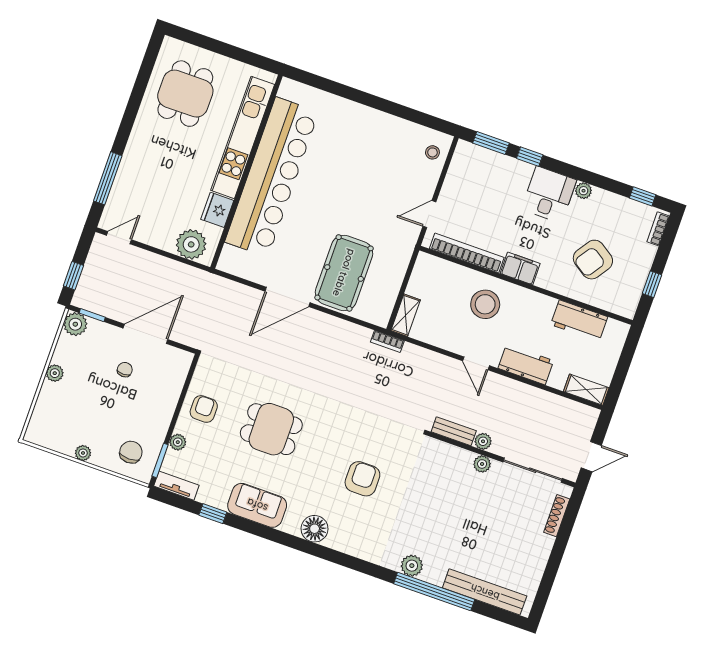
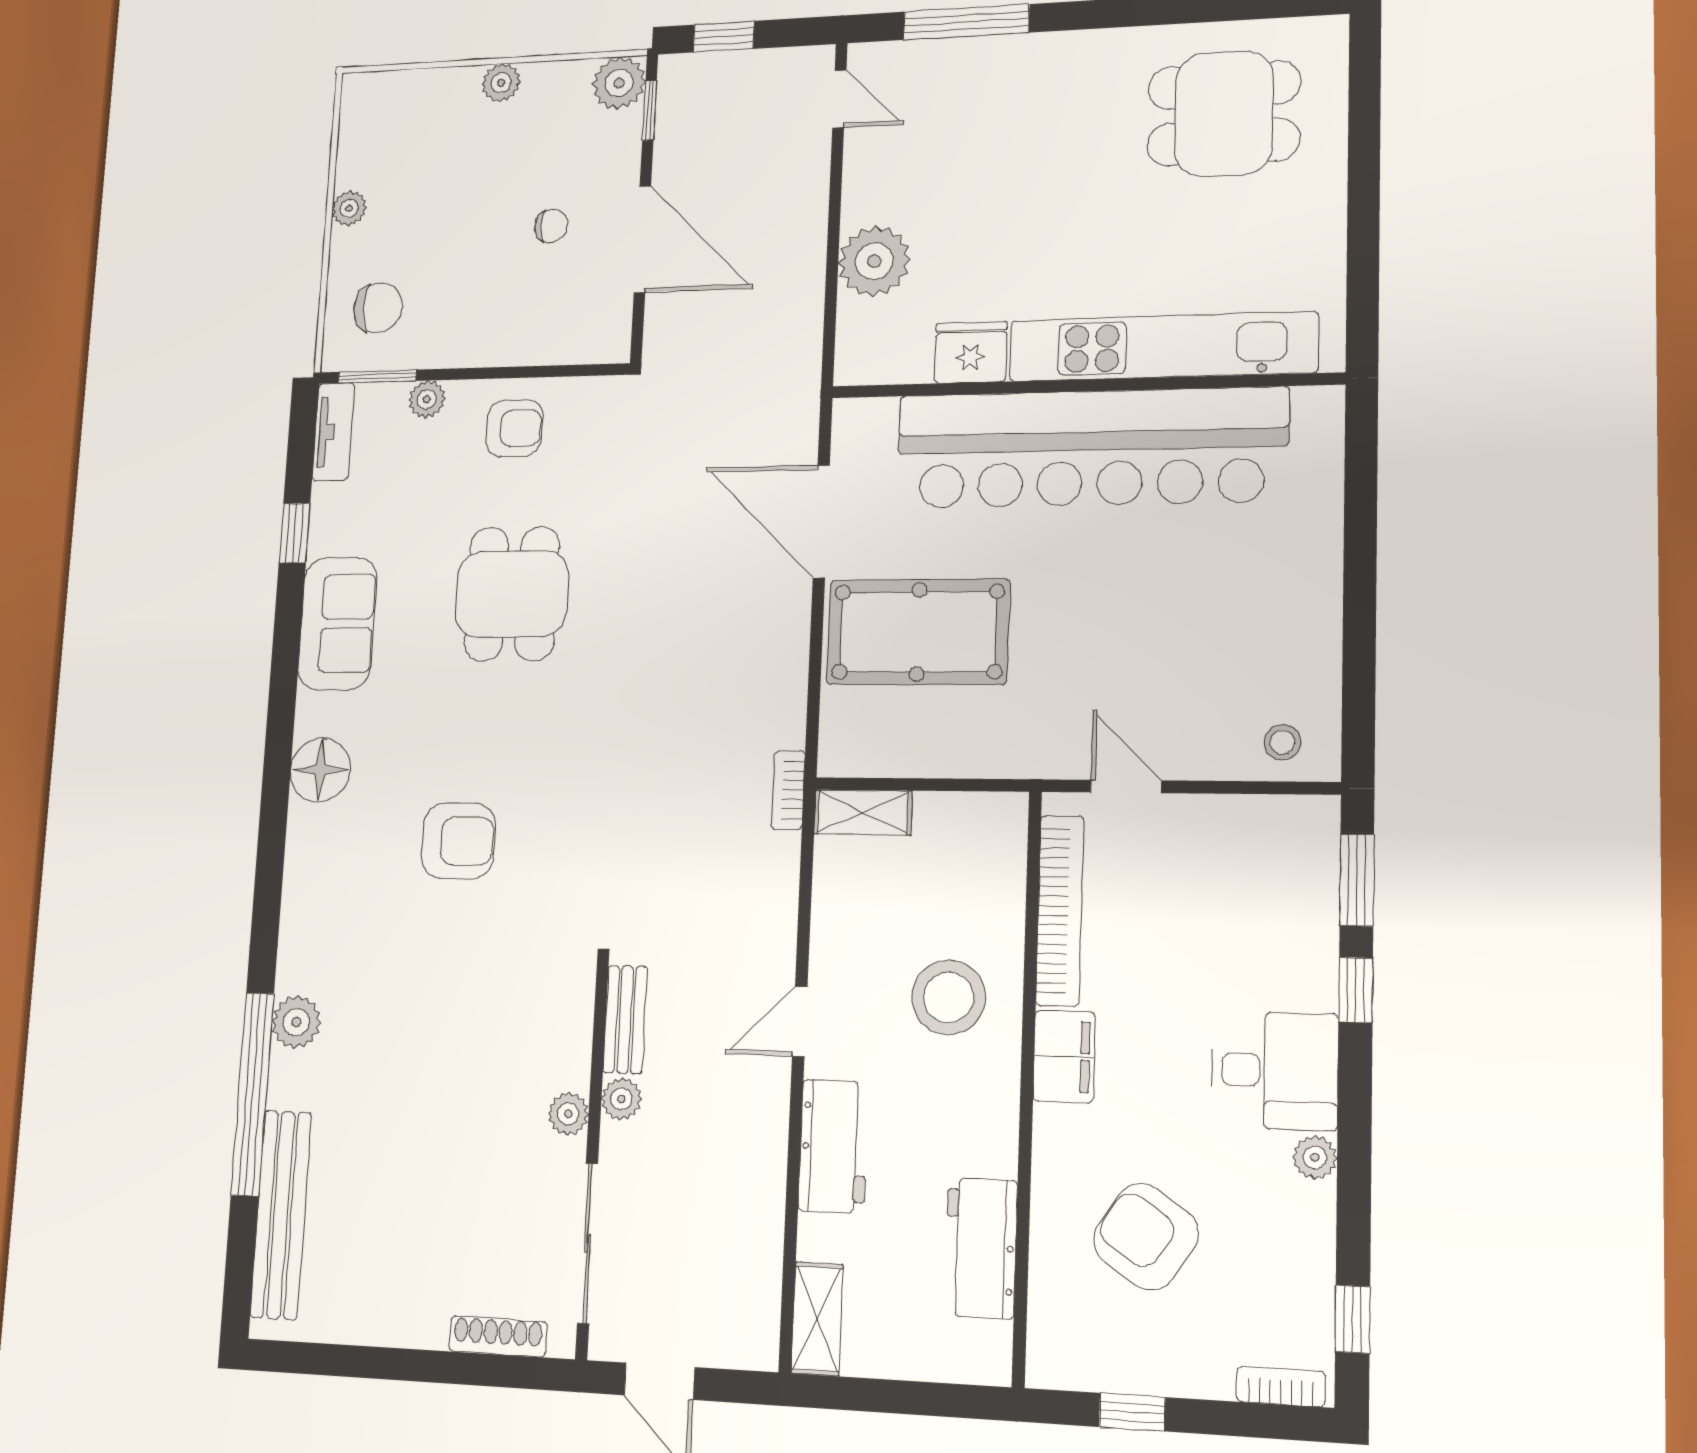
kitchen unit: (243, 137) -> (1162, 347), moved
wall: (247, 172) -> (1083, 386), moved
bar counter: (272, 177) -> (1090, 448), moved
fridge: (217, 210) -> (971, 352), moved

